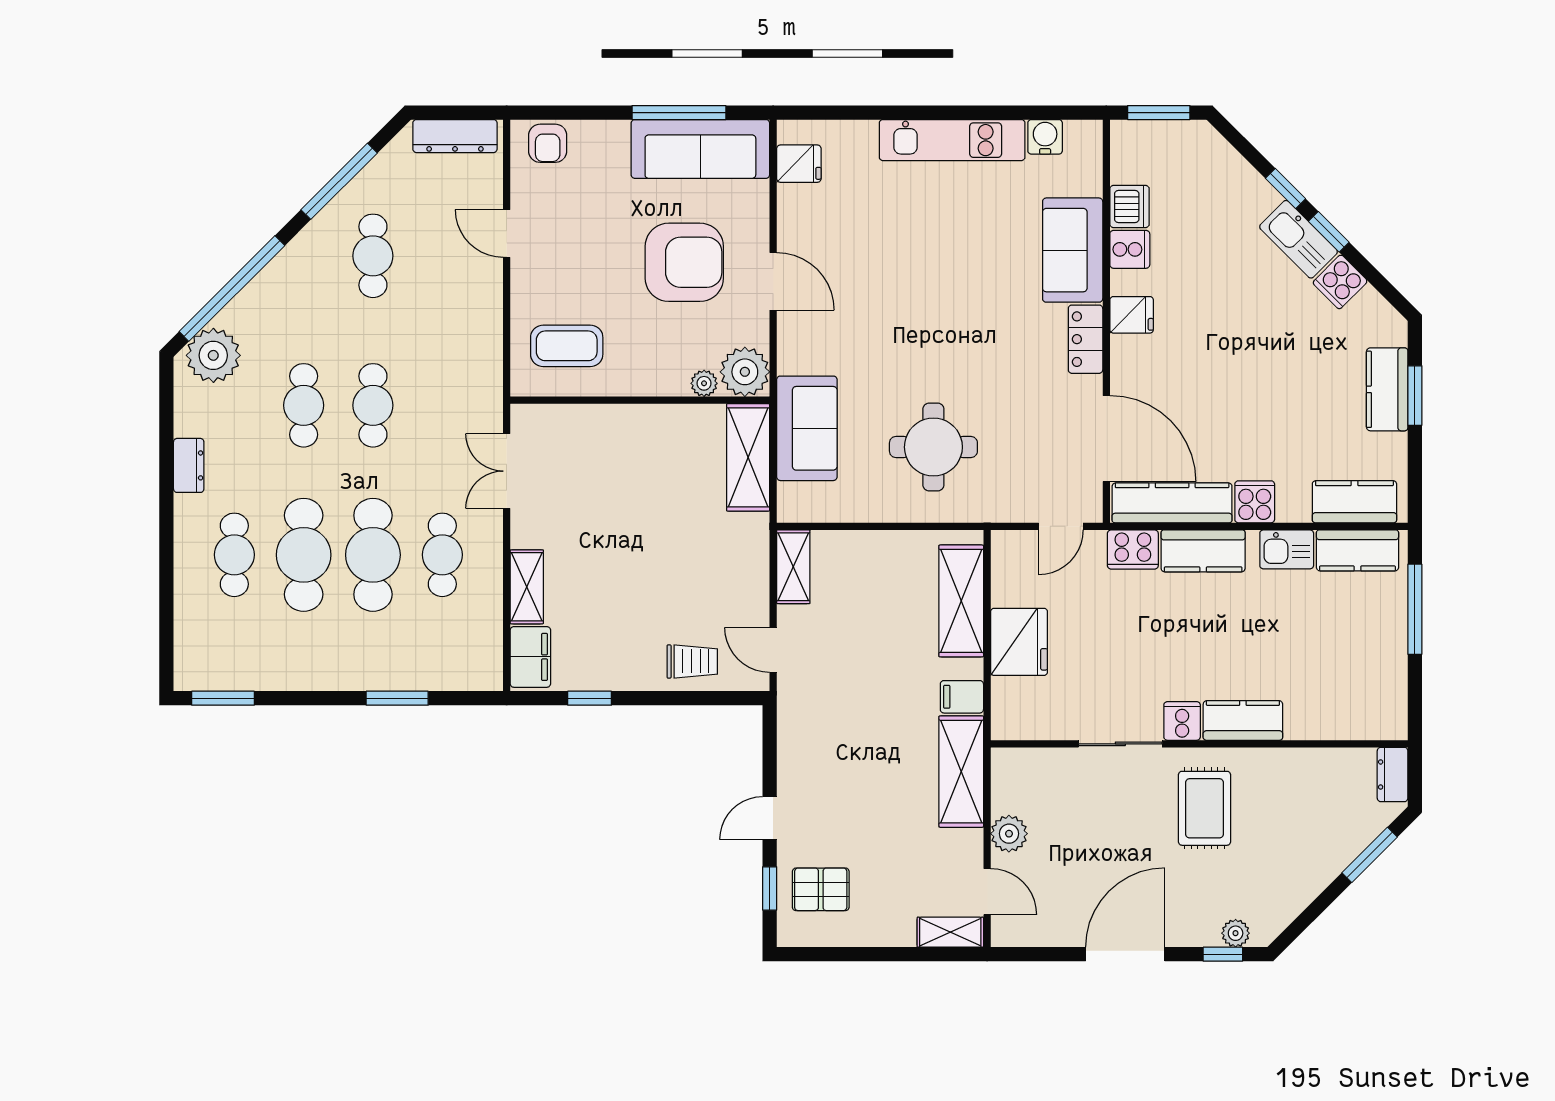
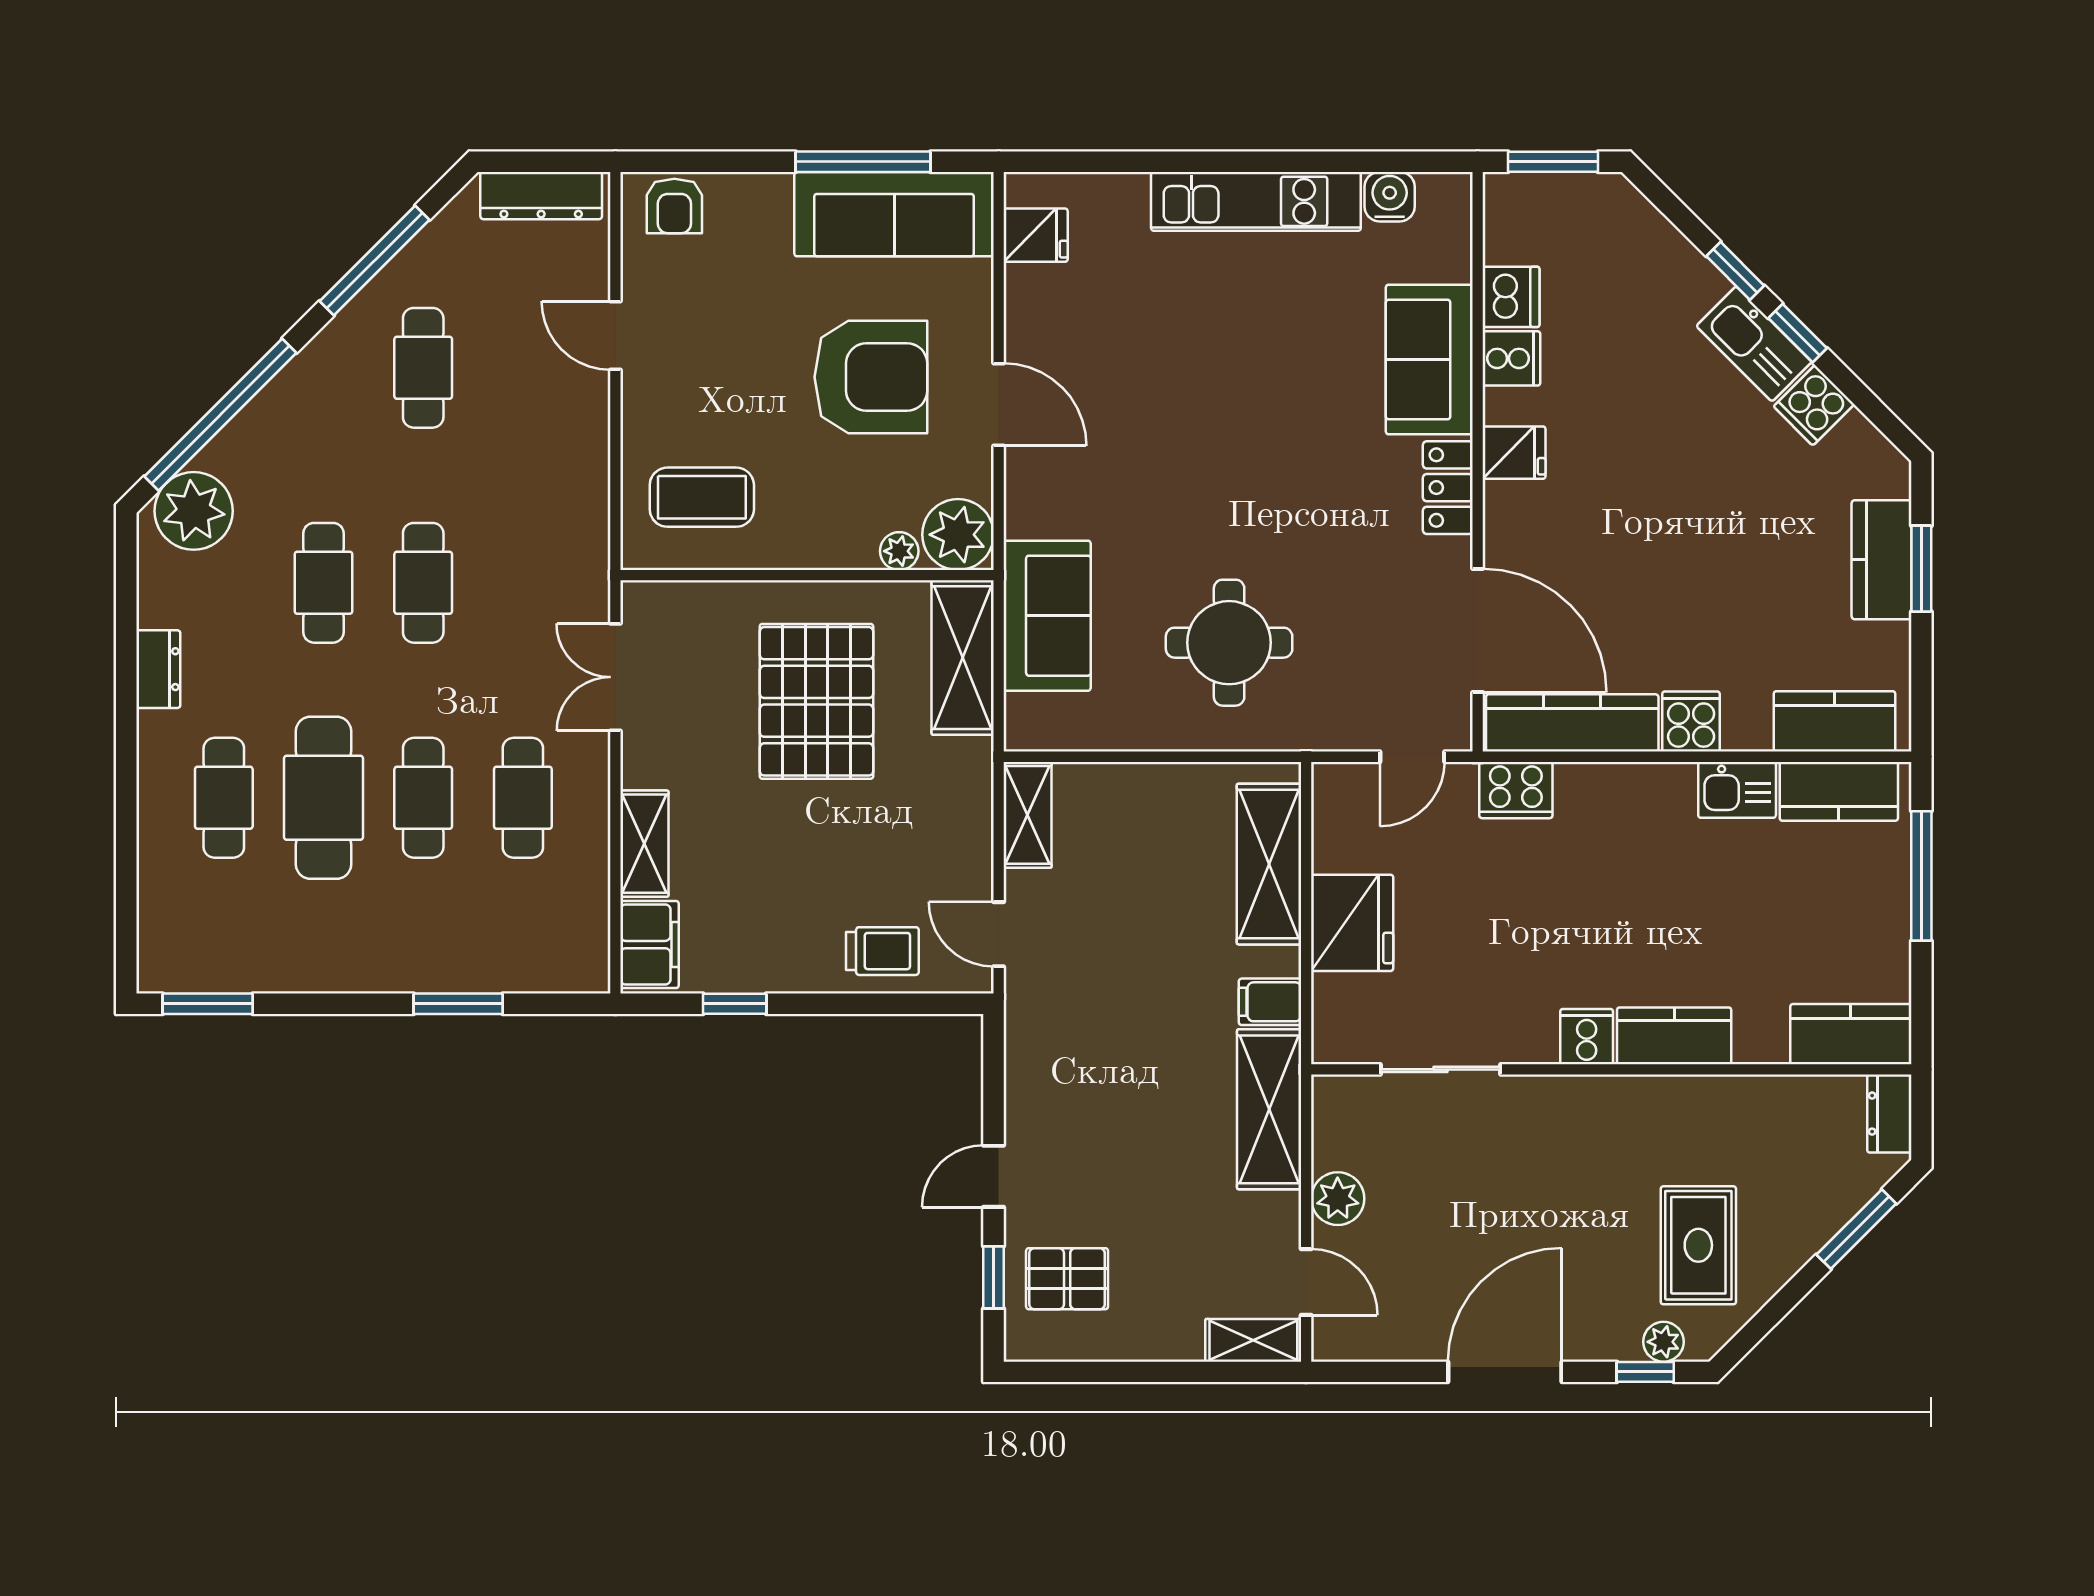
pallet: (646, 488) -> (816, 701), added
kitchen counter: (1203, 551) -> (1851, 1034), moved, turned 180
cafe table: (373, 555) -> (423, 798), width x0.73, depth x0.74
sliding door: (1120, 744) -> (1441, 1069), moved
rug: (1204, 808) -> (1698, 1245), moved

